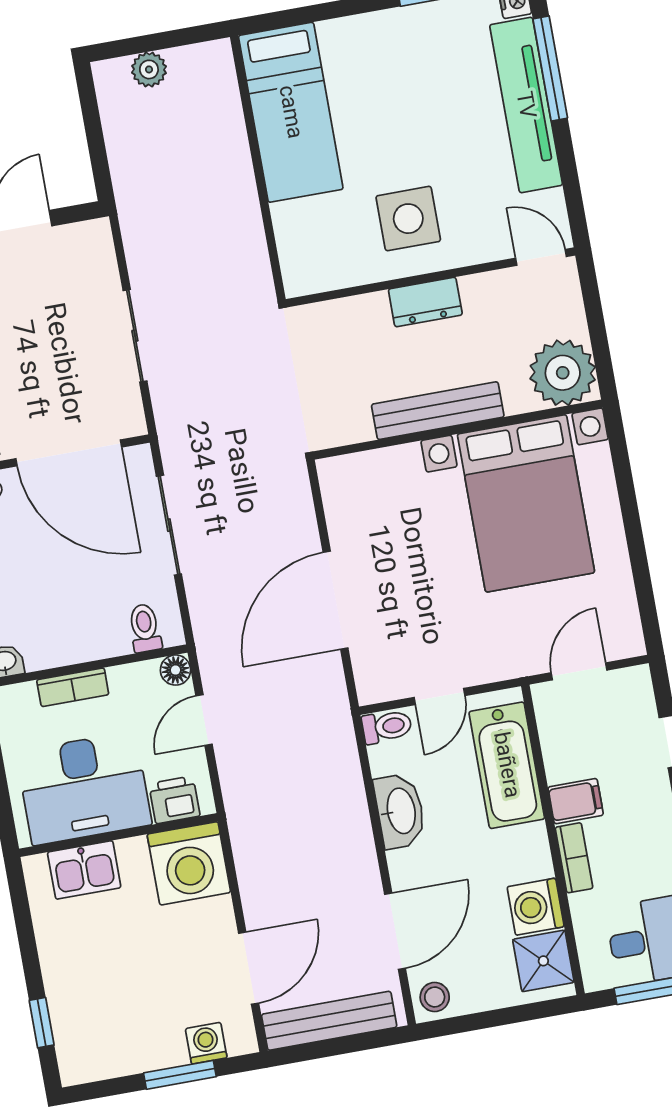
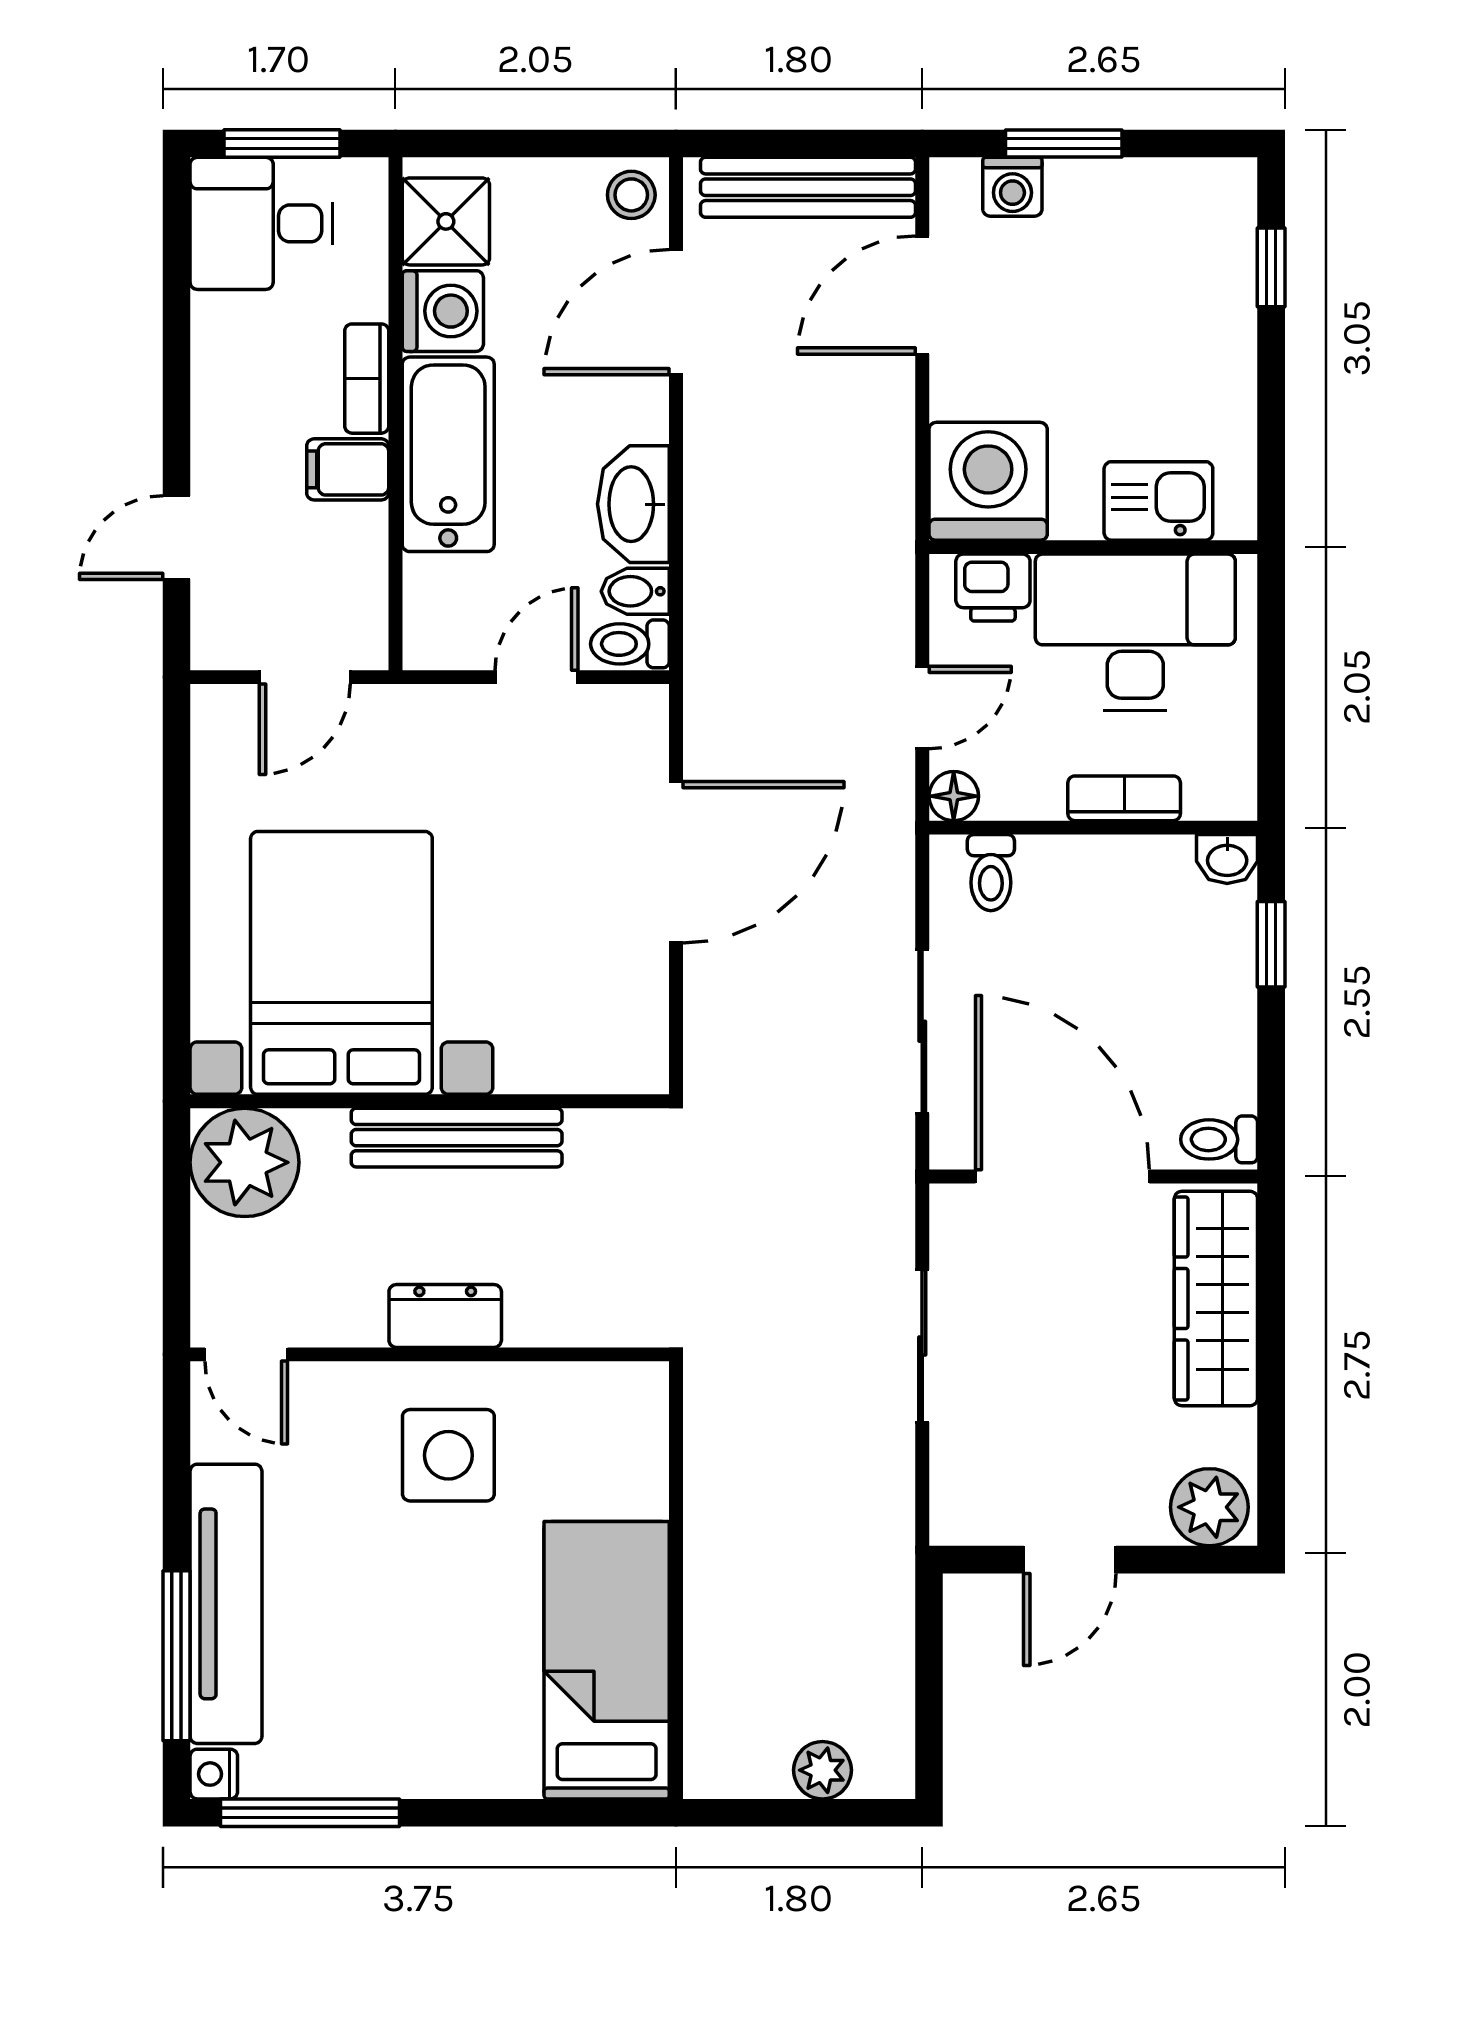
bidet: (389, 759) -> (635, 591), added
bathtub: (507, 765) -> (448, 454), moved

